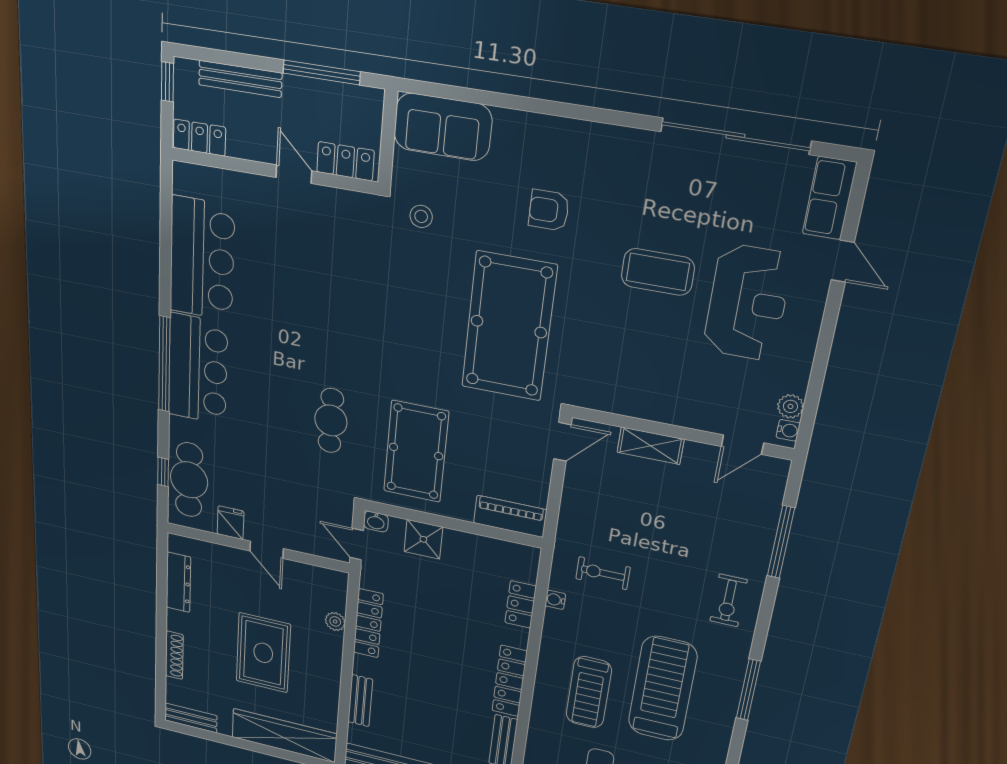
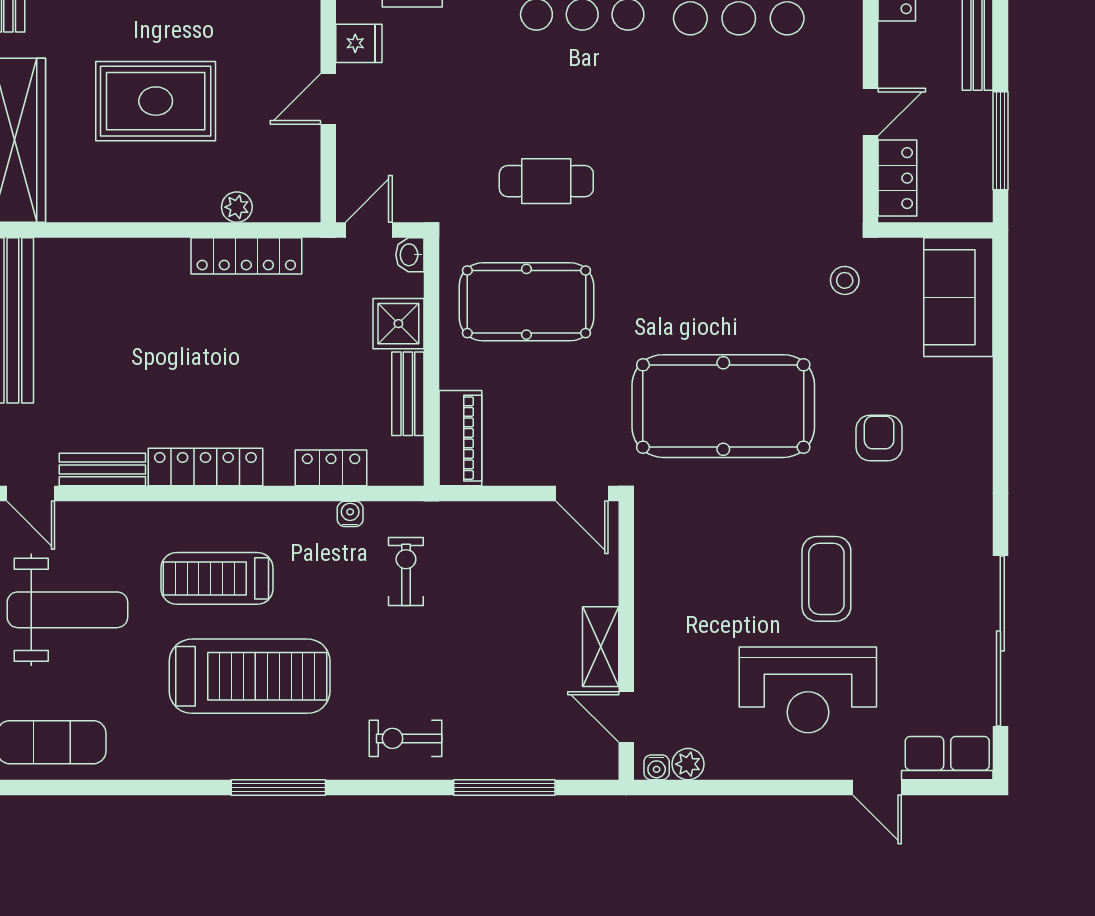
door: (843, 261) -> (877, 788), hinge flipped
shelving: (650, 446) -> (601, 647), moved
bench: (360, 701) -> (408, 394), moved, turned 90

